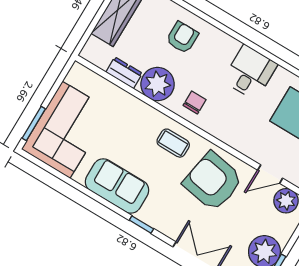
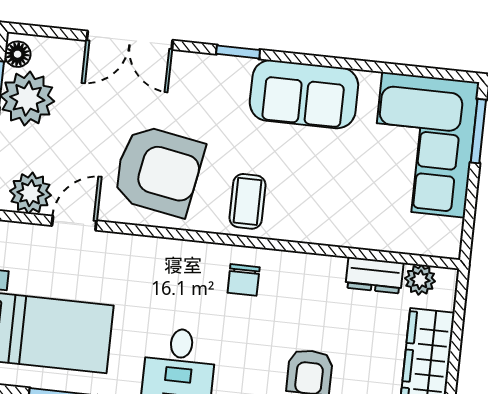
plant: (158, 84) -> (420, 280), moved, width x0.53, depth x0.53
coffee table: (173, 143) -> (247, 201), turned 90

